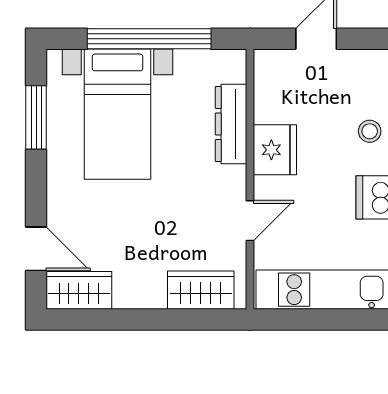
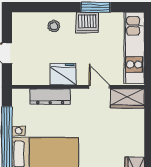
wardrobe: (201, 290) -> (127, 98), moved, turned -90

